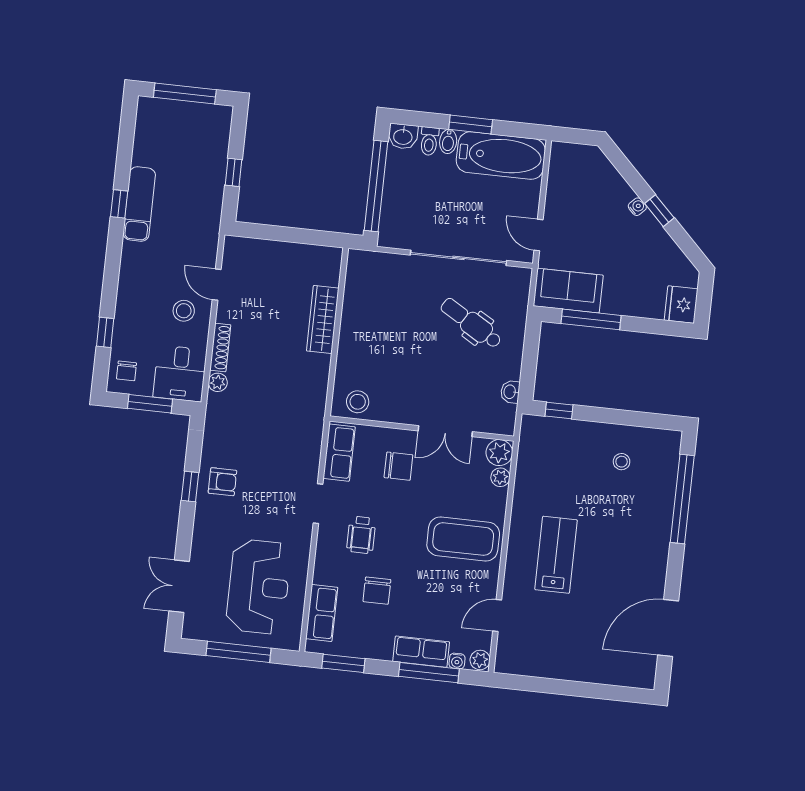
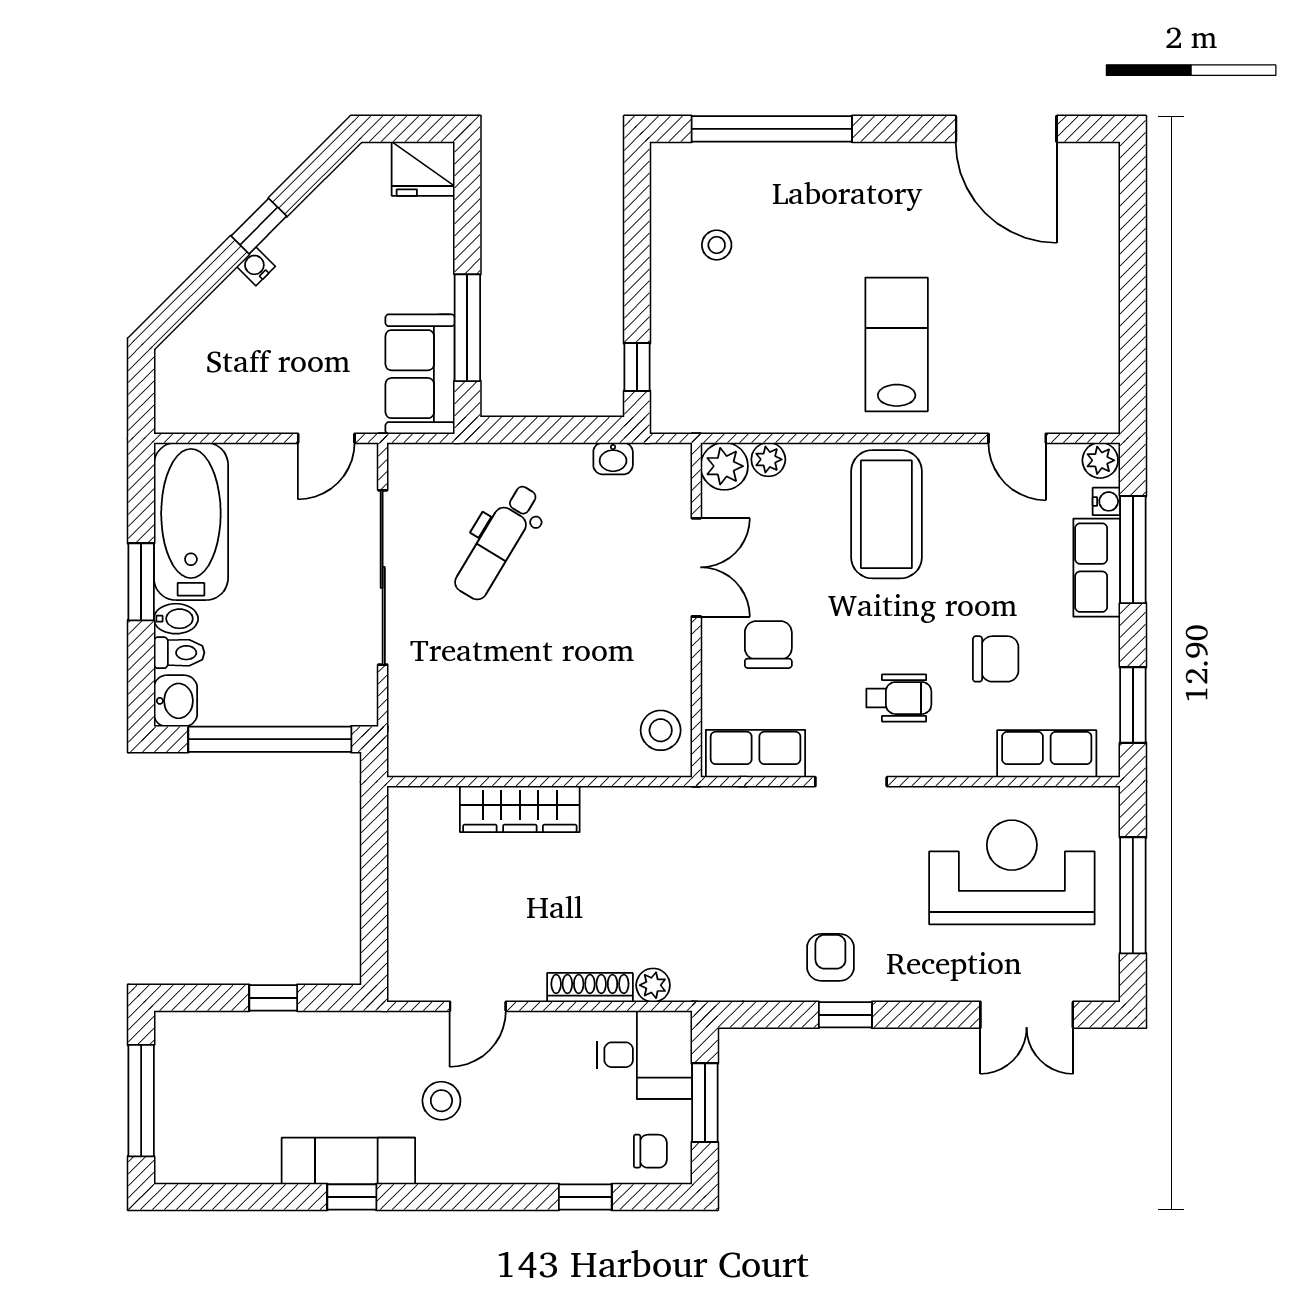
stool: (184, 311) -> (441, 1101), moved
lab bench: (556, 555) -> (897, 344), turned 90

